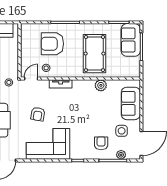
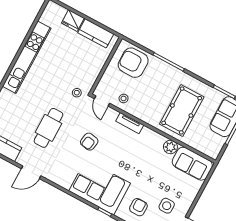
armchair: (52, 44) -> (133, 63), moved
door: (31, 78) -> (102, 101), swing flipped
sofa: (131, 103) -> (192, 164), moved, turned -90
corner sofa: (48, 144) -> (100, 187), moved

